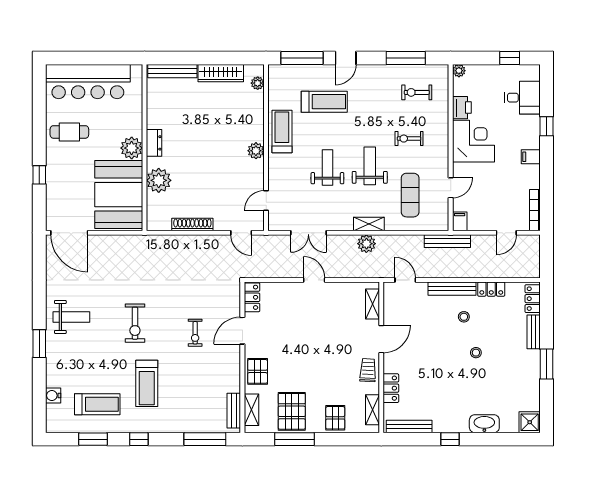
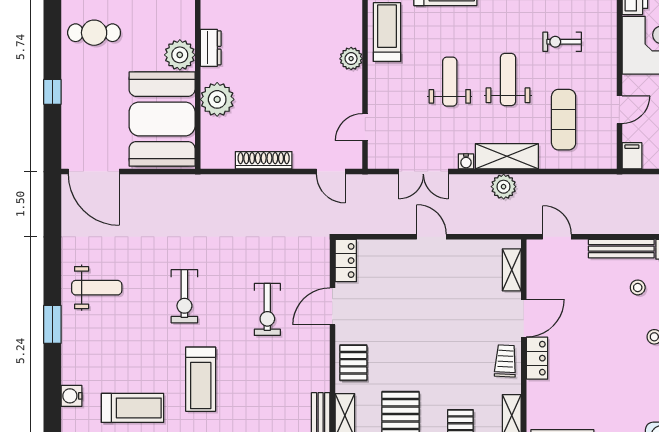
shelving: (369, 224) -> (507, 156), width x1.50, depth x1.33
water cooler: (339, 225) -> (466, 161), added
bench: (447, 241) -> (615, 183), removed
exercise bike: (195, 333) -> (267, 309), width x1.38, depth x1.39
locker: (391, 388) -> (537, 358), moved

